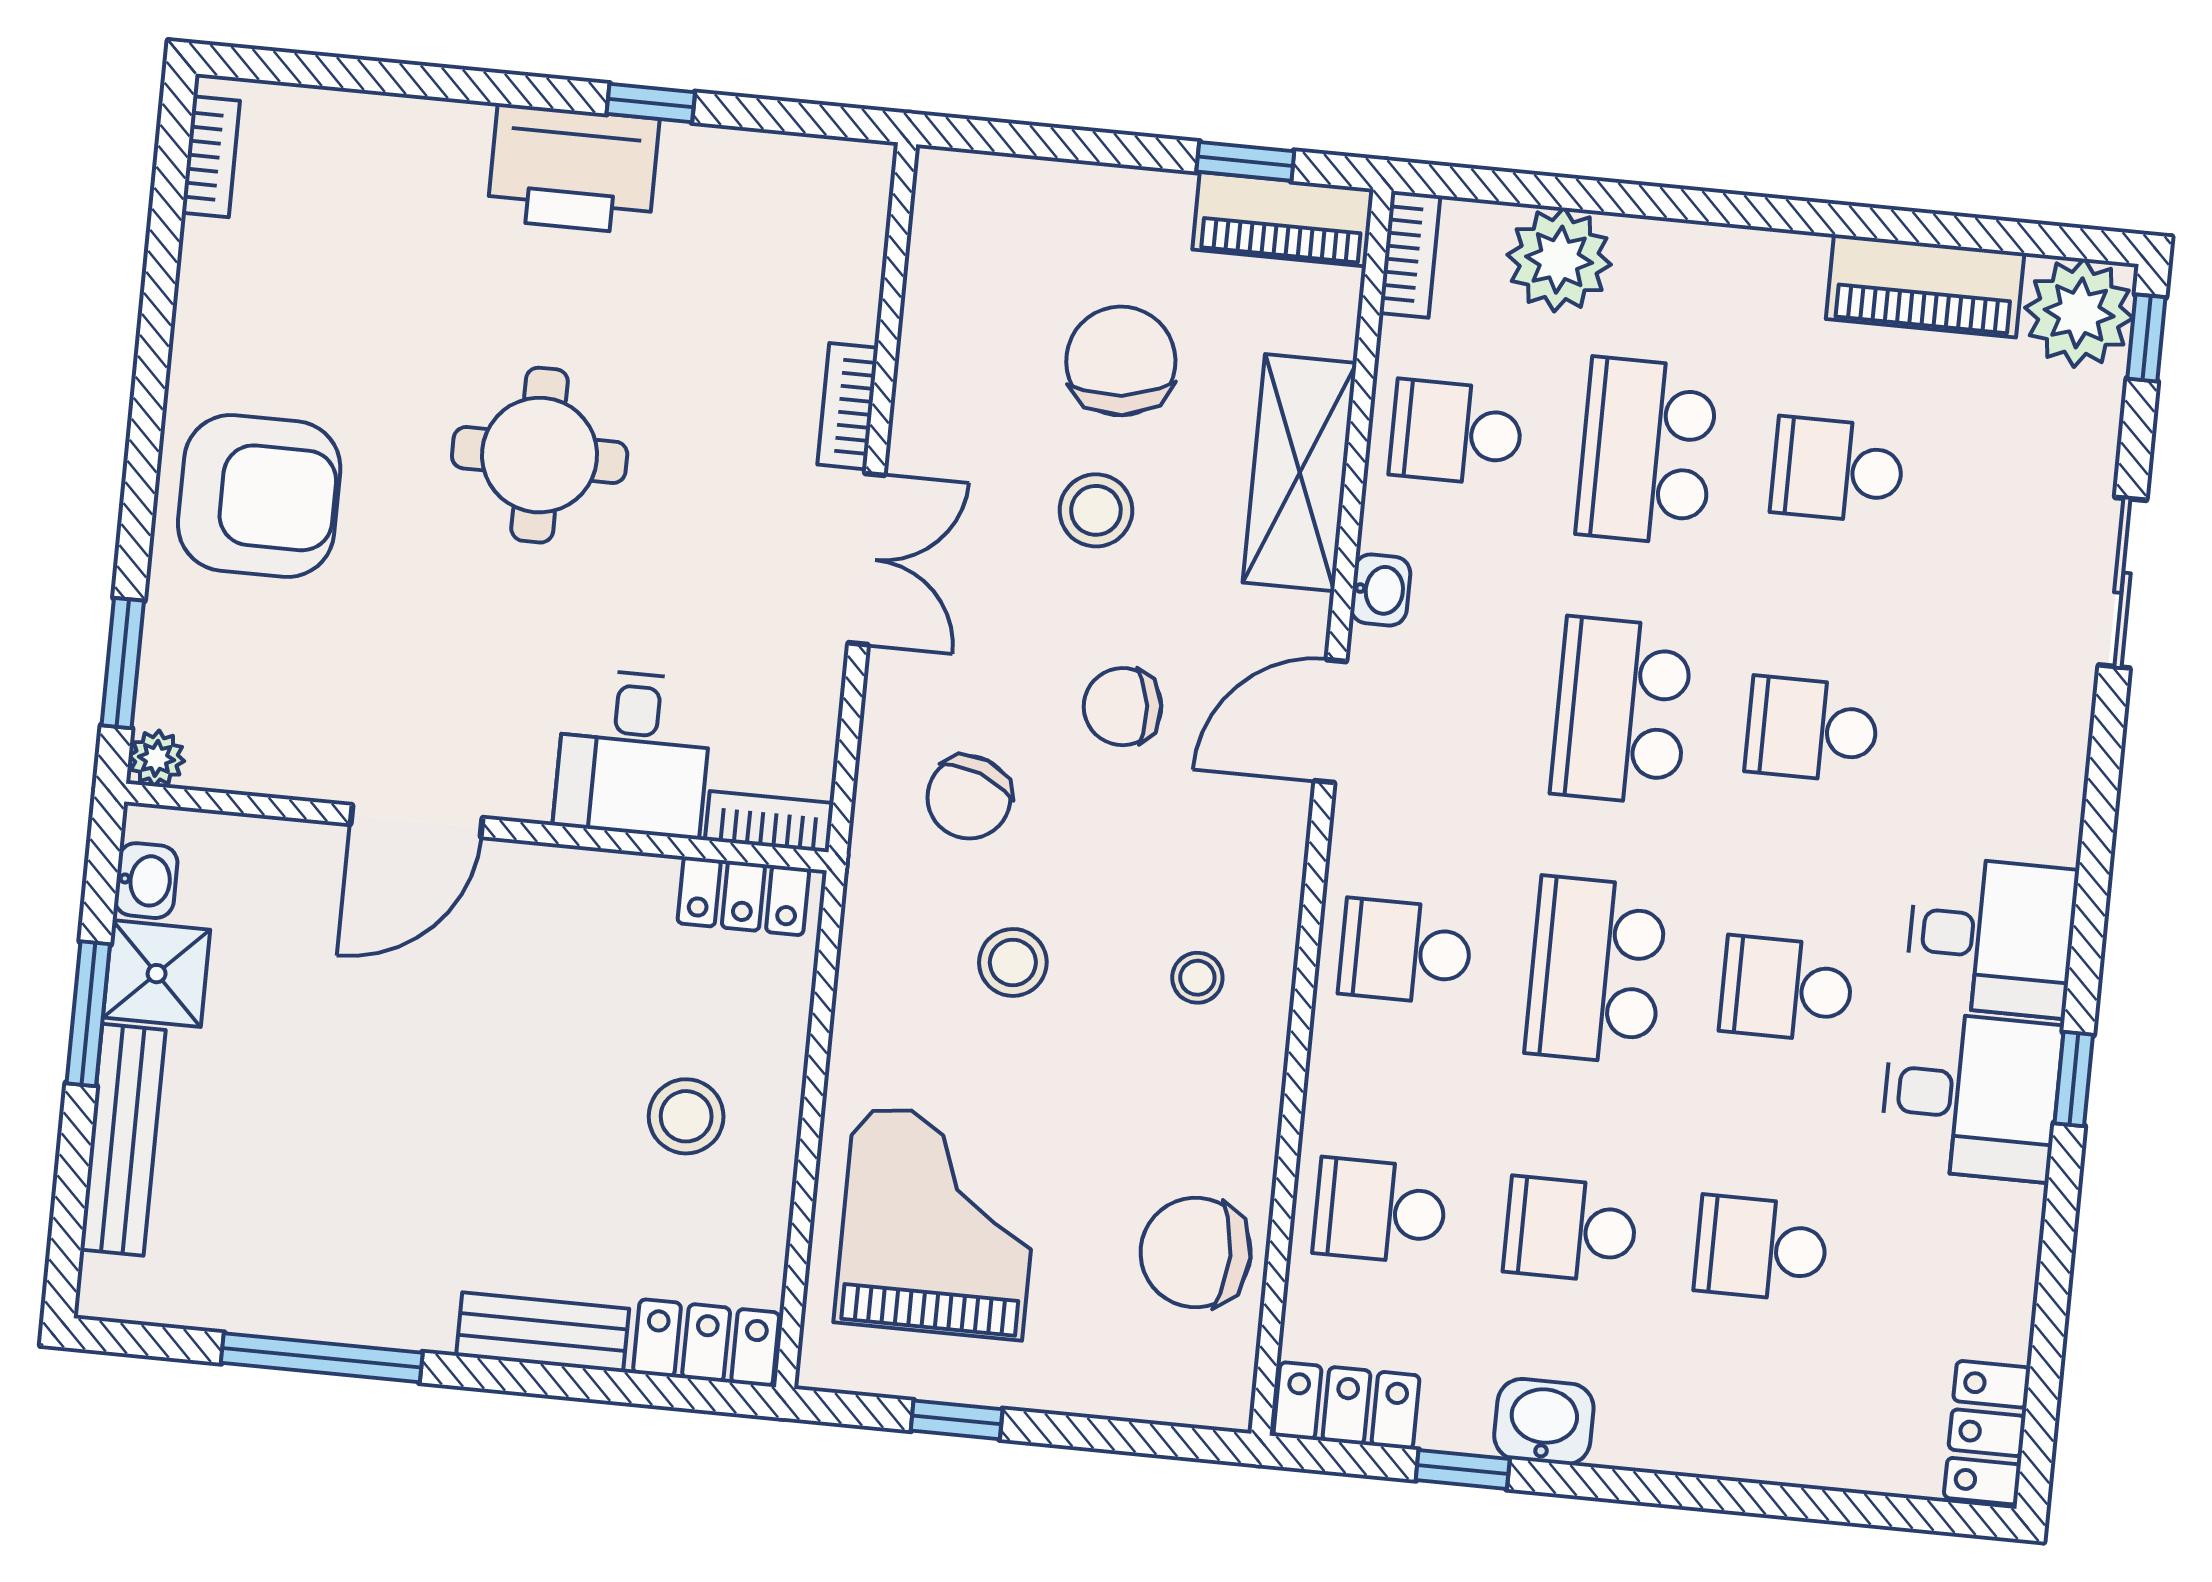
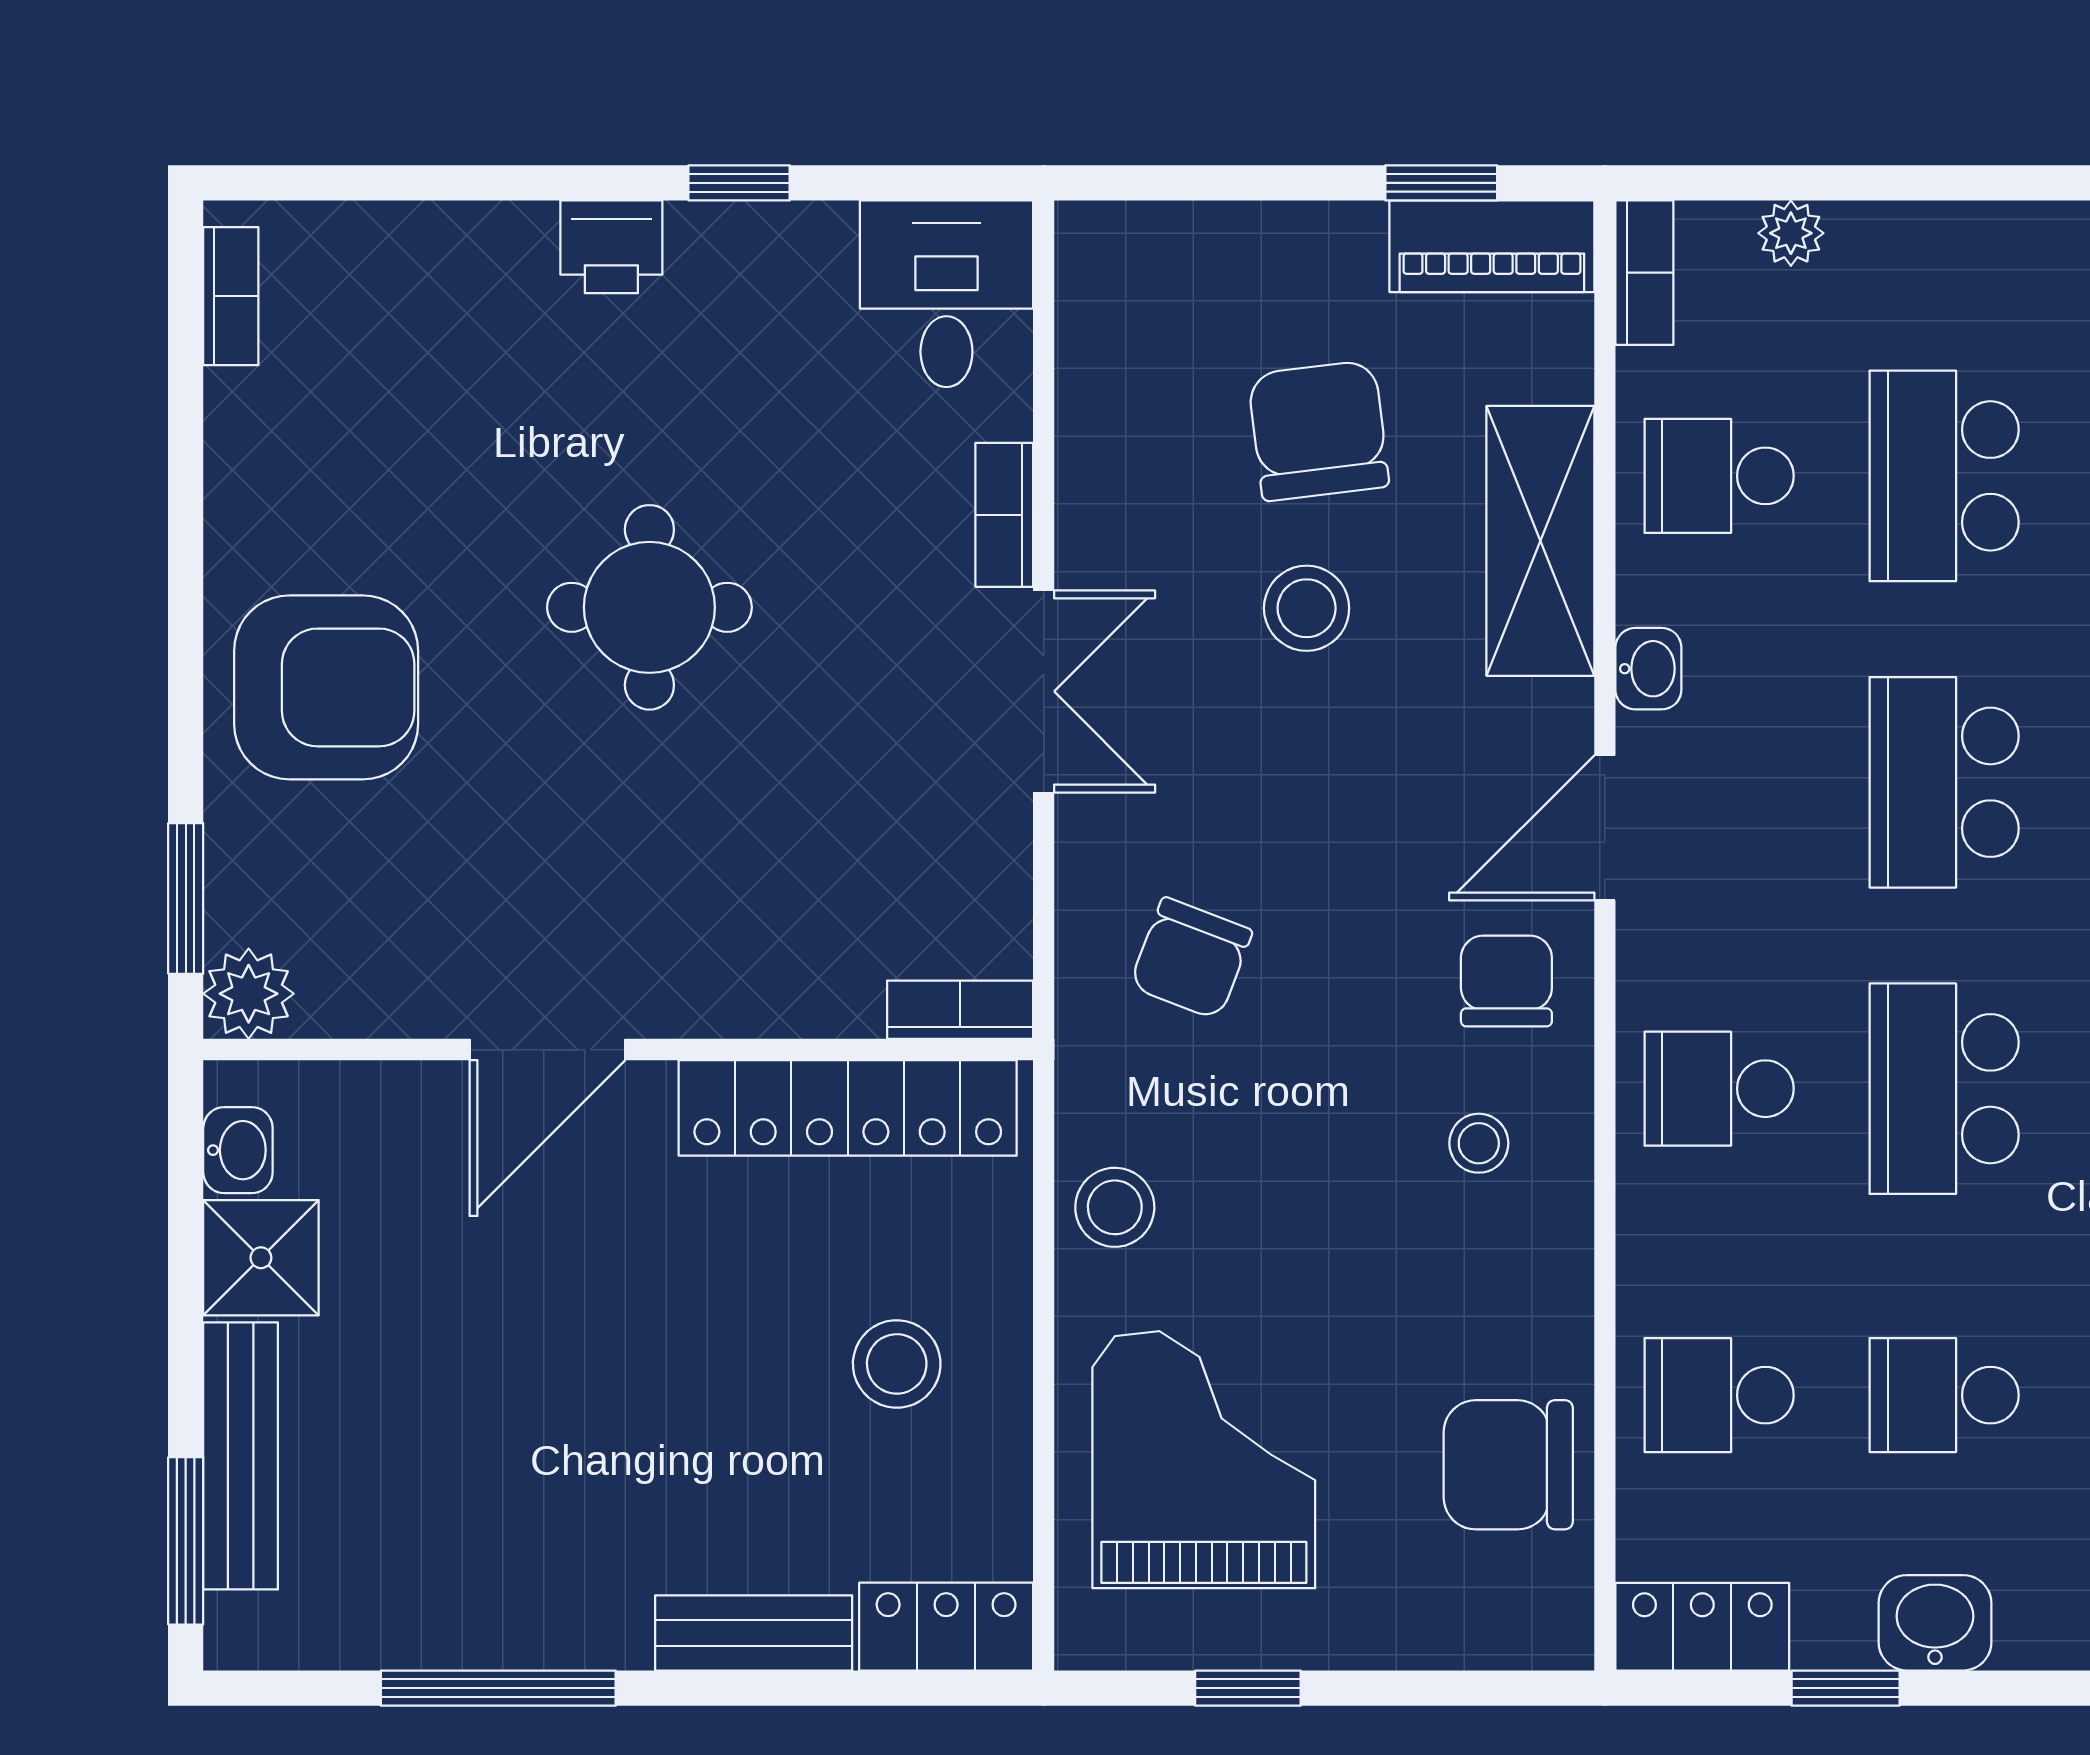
printer: (573, 169) -> (611, 247), width x0.53, depth x0.68
plant: (1559, 260) -> (1791, 233), width x0.53, depth x0.53
chair: (1123, 707) -> (1506, 981), moved, turned 97
desk: (633, 753) -> (946, 294), moved, turned 180
plant: (156, 758) -> (249, 994), width x1.38, depth x1.38
locker: (743, 896) -> (848, 1108), width x2.16, depth x1.21
stool: (1013, 962) -> (1115, 1207), moved
window: (88, 1014) -> (186, 1541), moved

